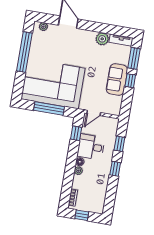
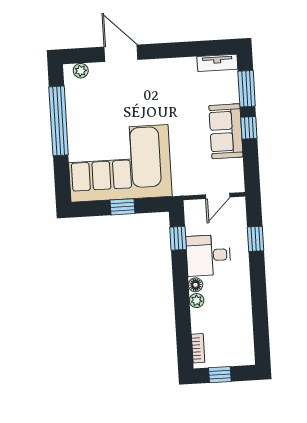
plant: (102, 39) -> (185, 68), removed
window: (49, 108) -> (123, 207), width x0.46
door: (94, 113) -> (218, 196), moved
window: (115, 169) -> (258, 283), removed

